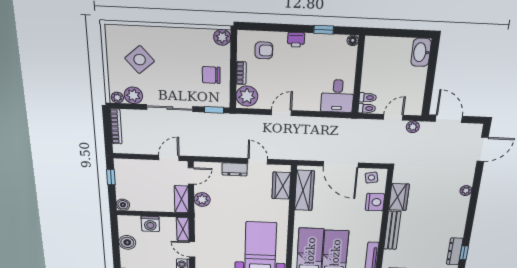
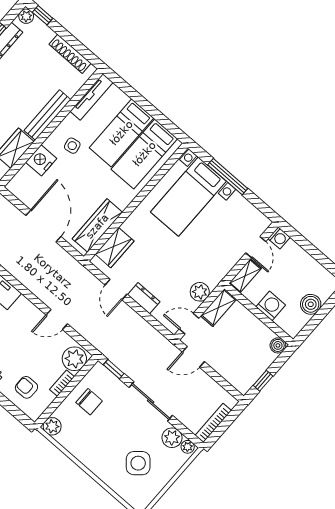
side table: (371, 178) -> (72, 146), moved

